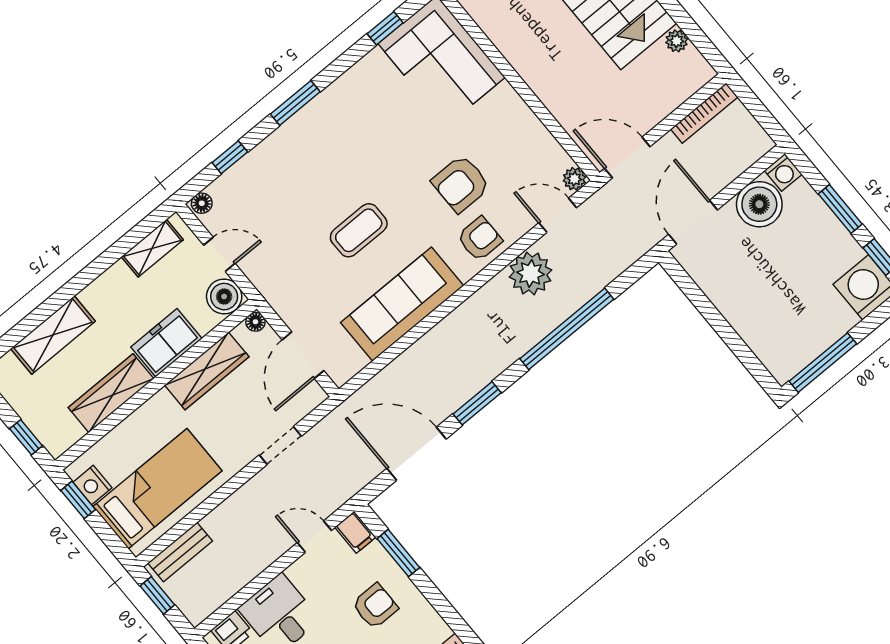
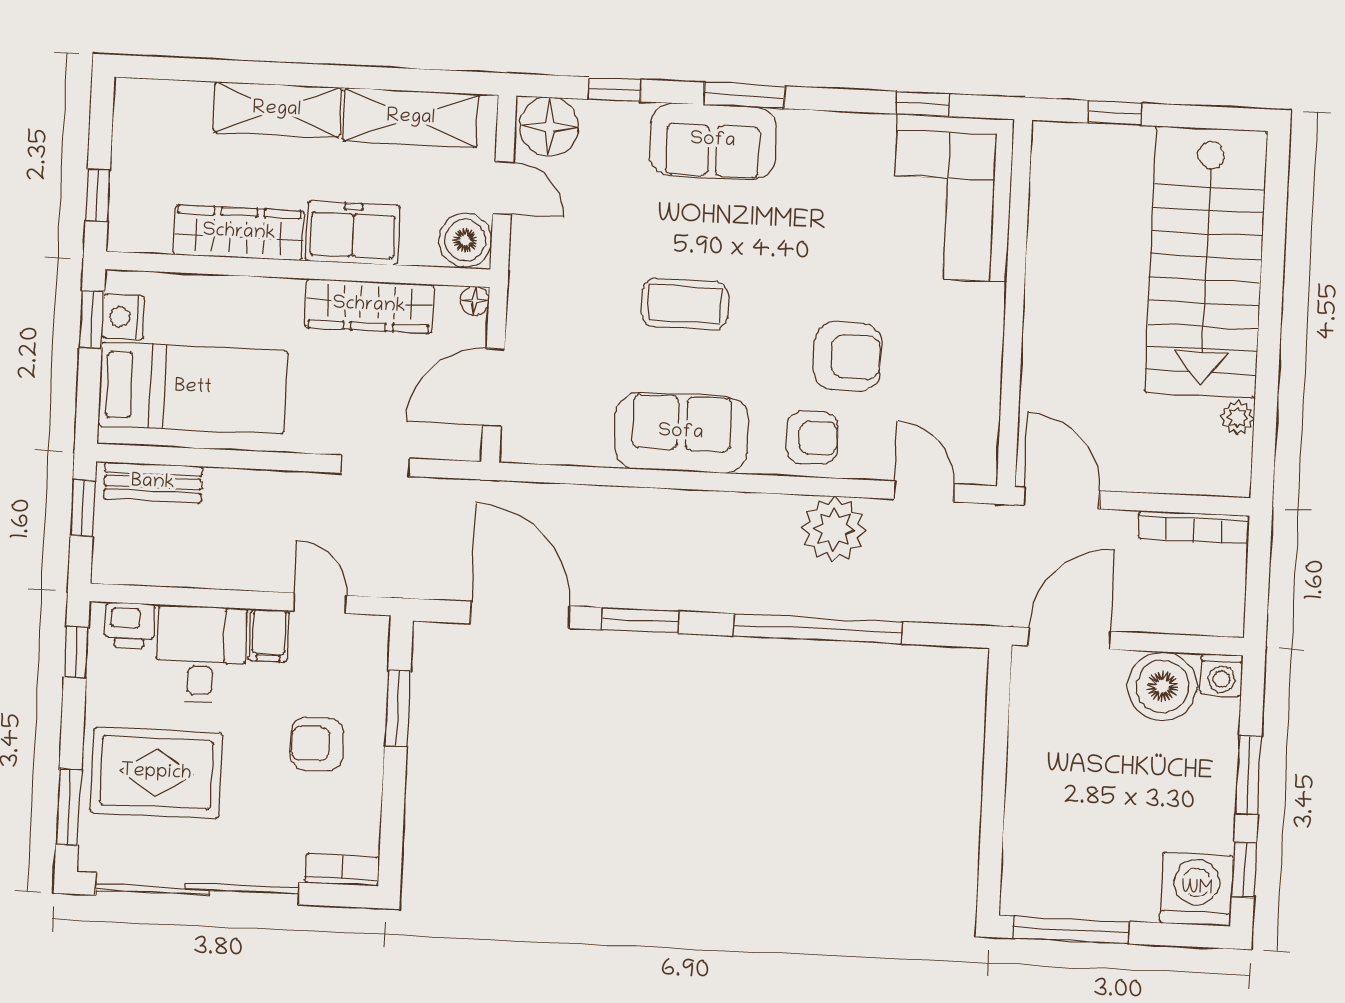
sofa: (300, 139) -> (713, 141), added
plant: (574, 179) -> (980, 468), removed
armchair: (461, 184) -> (847, 357), turned 180
floor lamp: (202, 203) -> (549, 127), width x1.89, depth x1.89
shelving: (152, 248) -> (411, 118), width x1.50, depth x1.33
sofa: (402, 304) -> (681, 433), width x0.73
shelving: (53, 335) -> (277, 110), moved
filing cabinet: (355, 532) -> (269, 635), moved
armchair: (375, 606) -> (317, 744), turned 180

